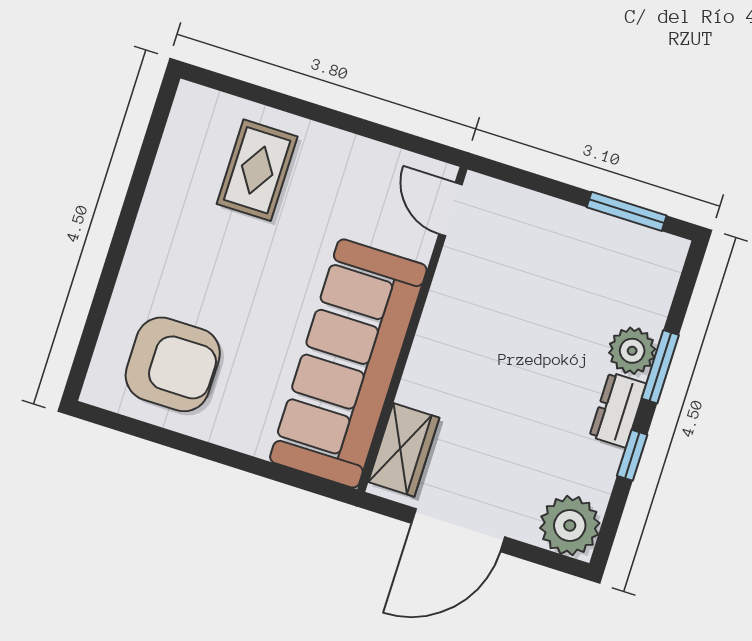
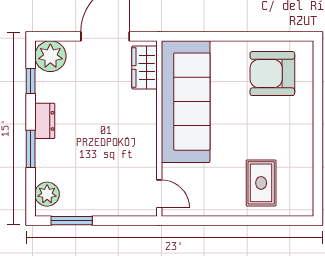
plant: (632, 351) -> (47, 194), moved
window: (632, 455) -> (31, 81), moved

